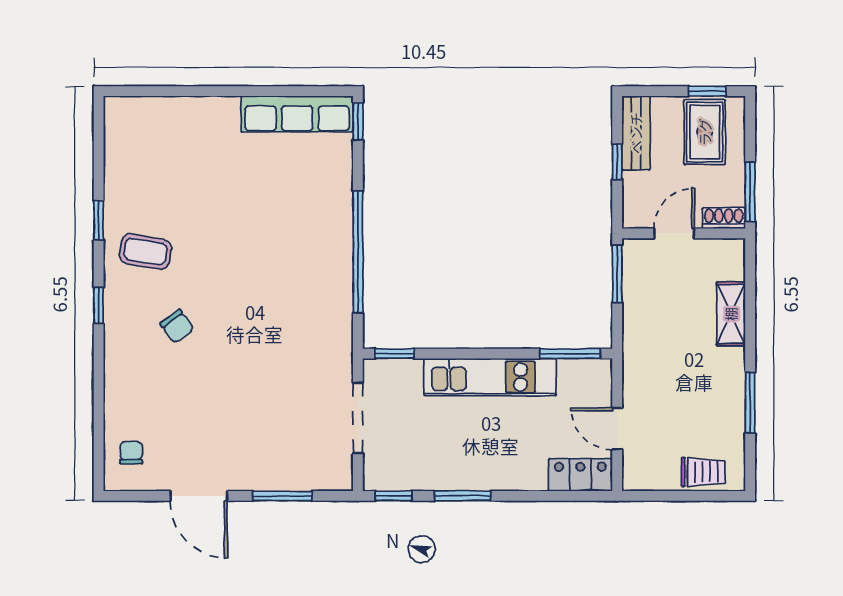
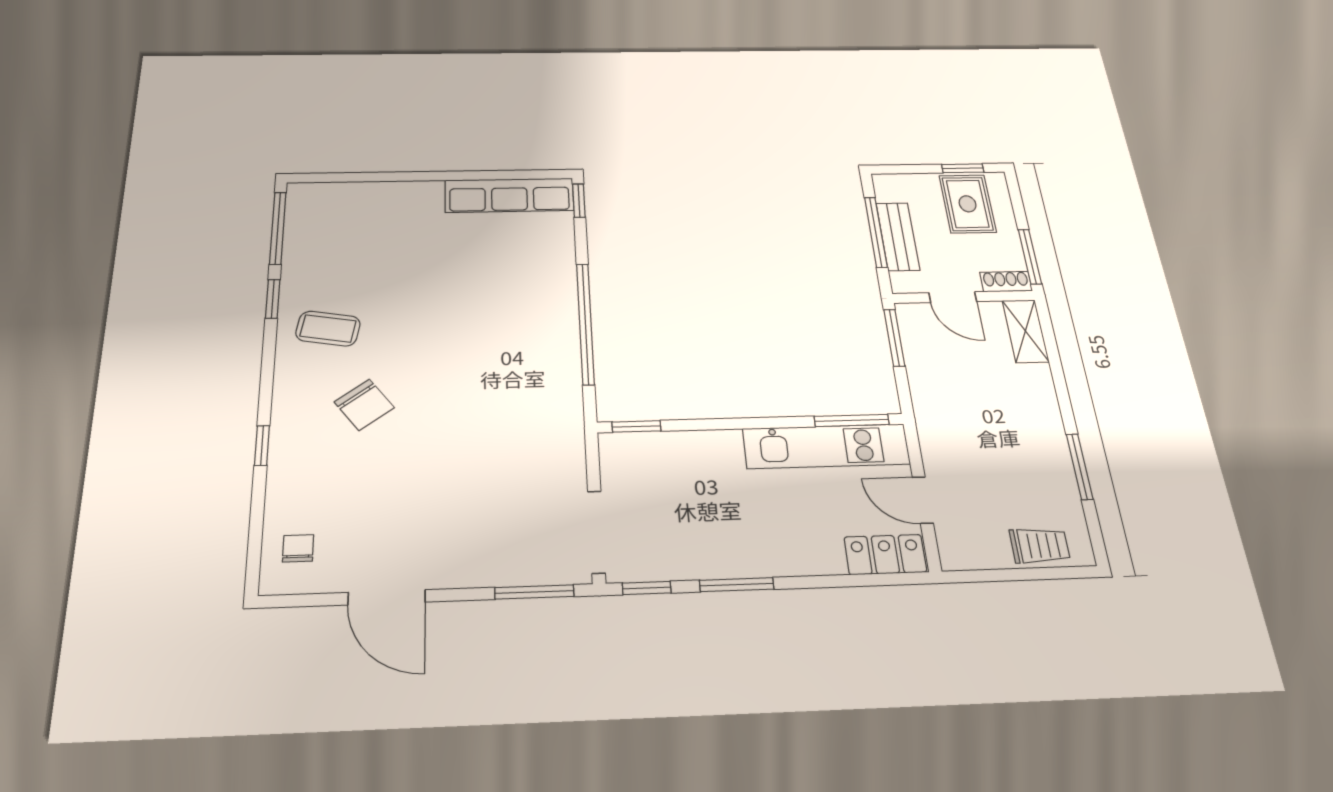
bench: (636, 133) -> (898, 236), moved
window: (99, 146) -> (278, 228), added
window: (617, 162) -> (876, 232), width x2.17
door: (674, 233) -> (953, 297), swing flipped
window: (99, 305) -> (262, 446), moved
shelving: (731, 314) -> (1025, 331), moved
chair: (177, 326) -> (364, 405), width x1.37, depth x1.37
kitchen unit: (490, 377) -> (826, 446), moved
doorway: (358, 418) -> (596, 532), moved
window: (282, 496) -> (534, 592), moved

